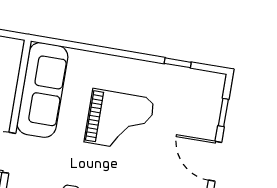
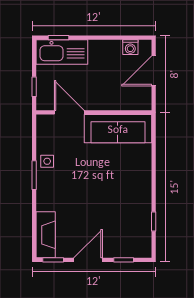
grand piano: (119, 120) -> (106, 187), removed

